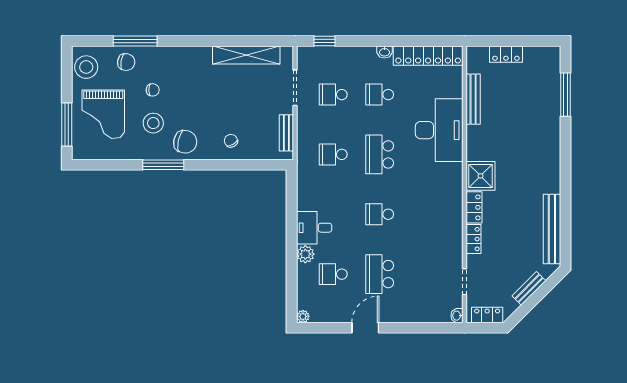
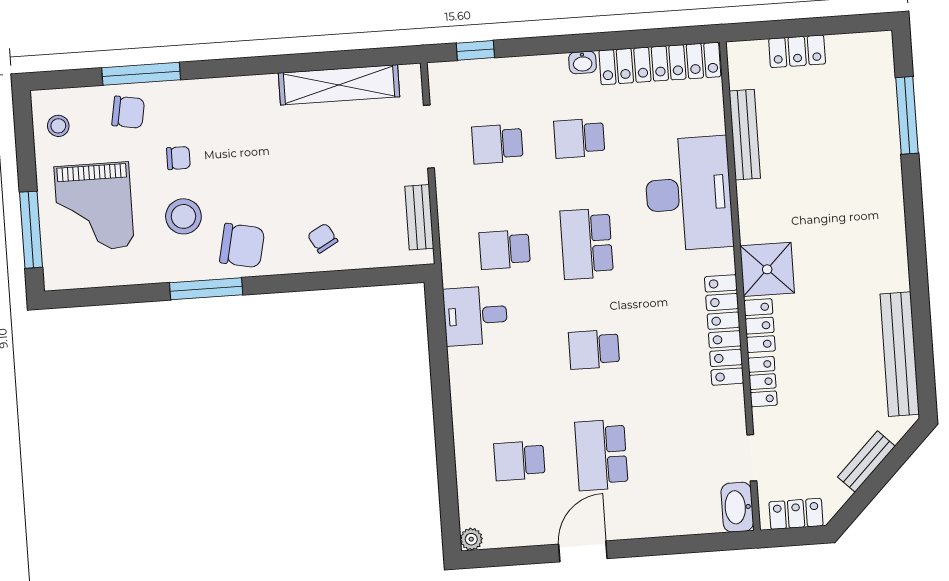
stool: (86, 67) -> (58, 126), width x0.53, depth x0.53
locker: (454, 208) -> (724, 330), added
desk: (314, 228) -> (475, 316), moved
plant: (305, 254) -> (468, 429), removed
washbasin: (457, 316) -> (737, 507), width x1.91, depth x1.45

